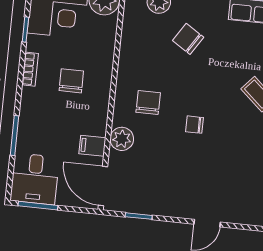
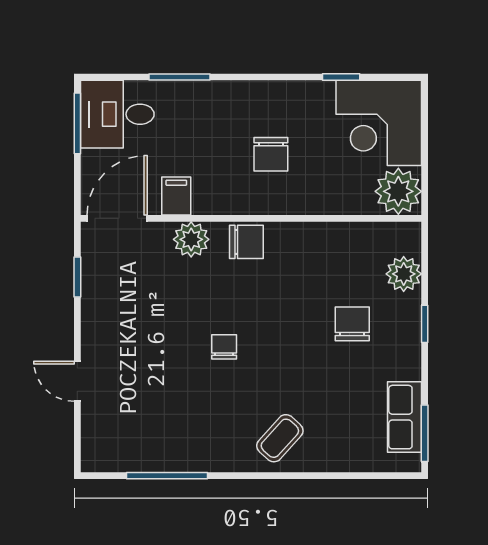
chair: (188, 39) -> (352, 324), turned -33
bookcase: (30, 69) -> (282, 90), removed
chair: (71, 81) -> (271, 154), turned 90
chair: (148, 103) -> (246, 242), moved

